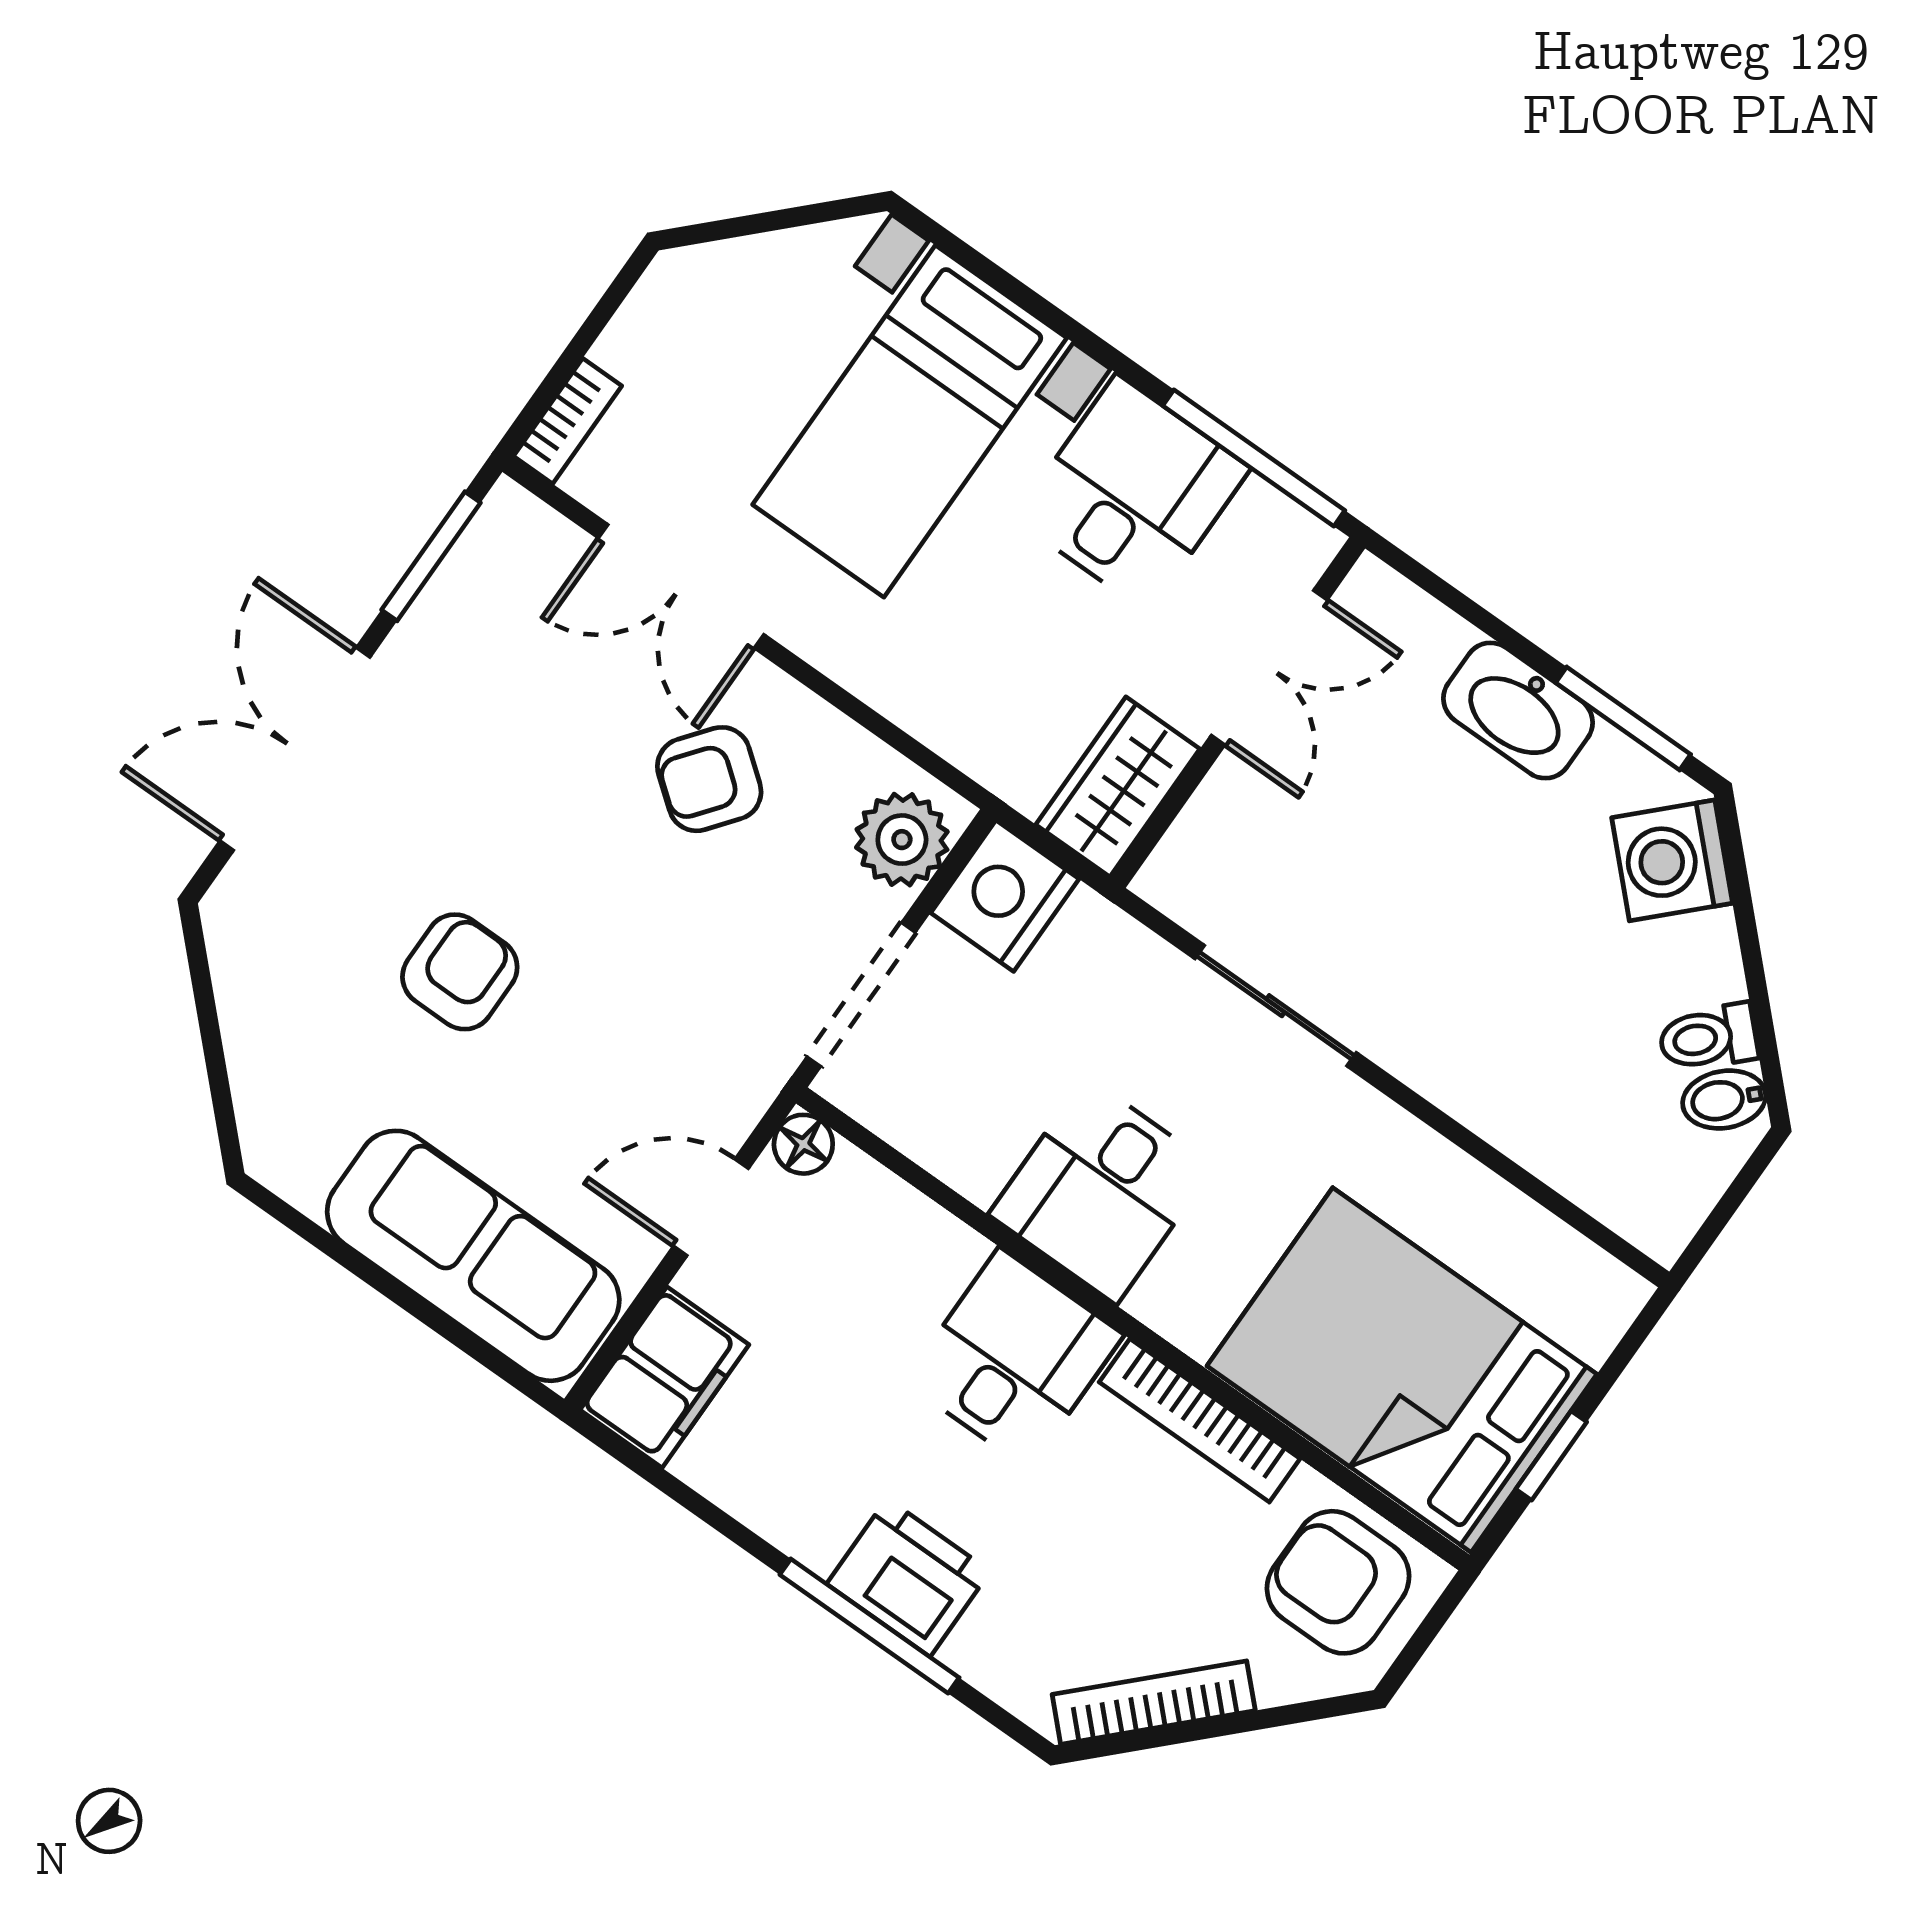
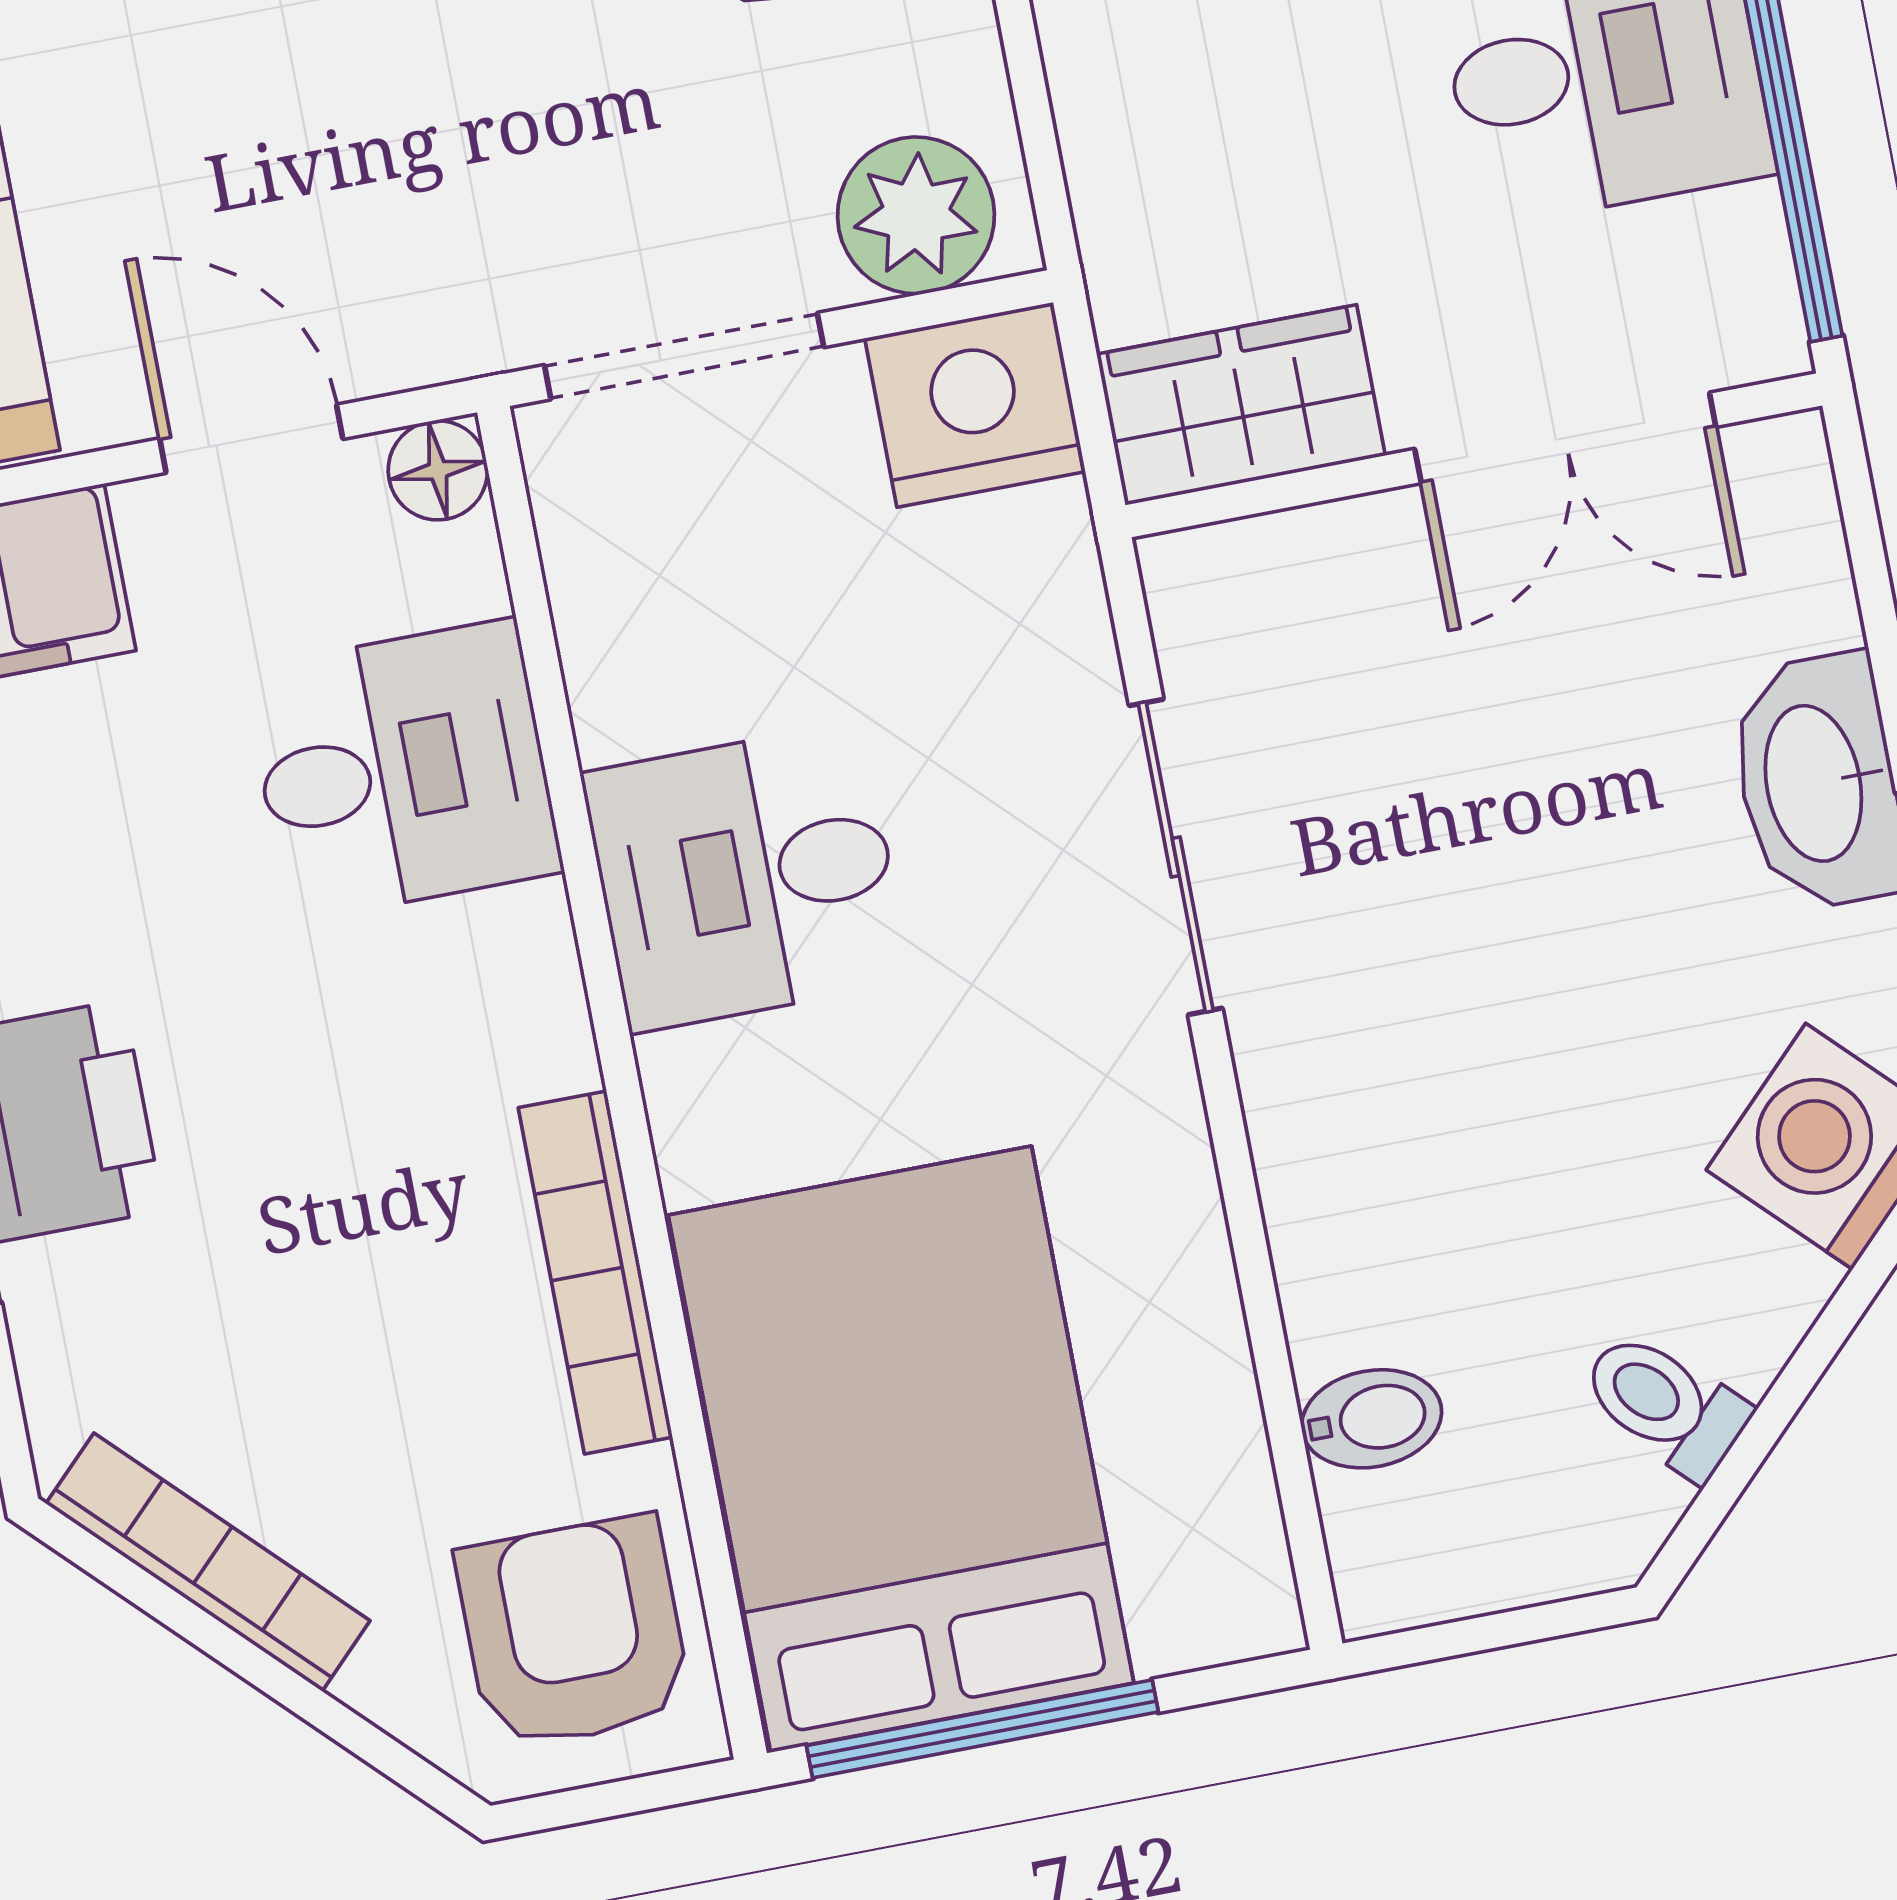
bidet: (1724, 1100) -> (1372, 1419), moved, turned 135
desk: (1014, 1358) -> (403, 770), moved
window: (1551, 1456) -> (982, 1729), width x2.17

